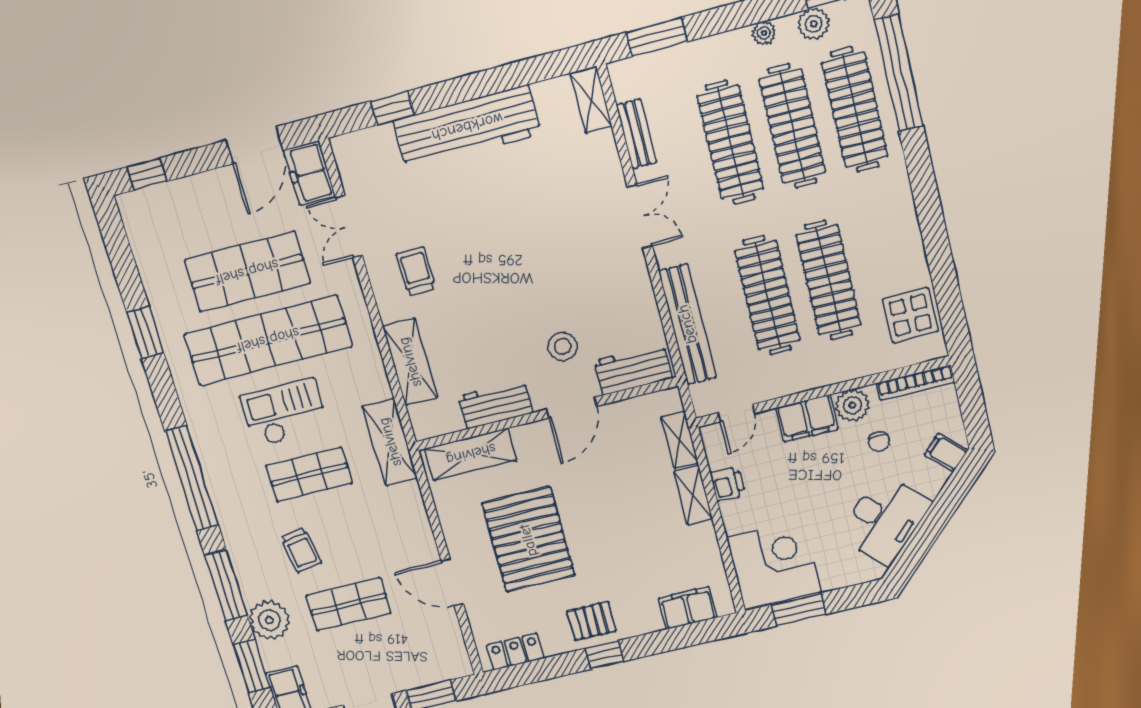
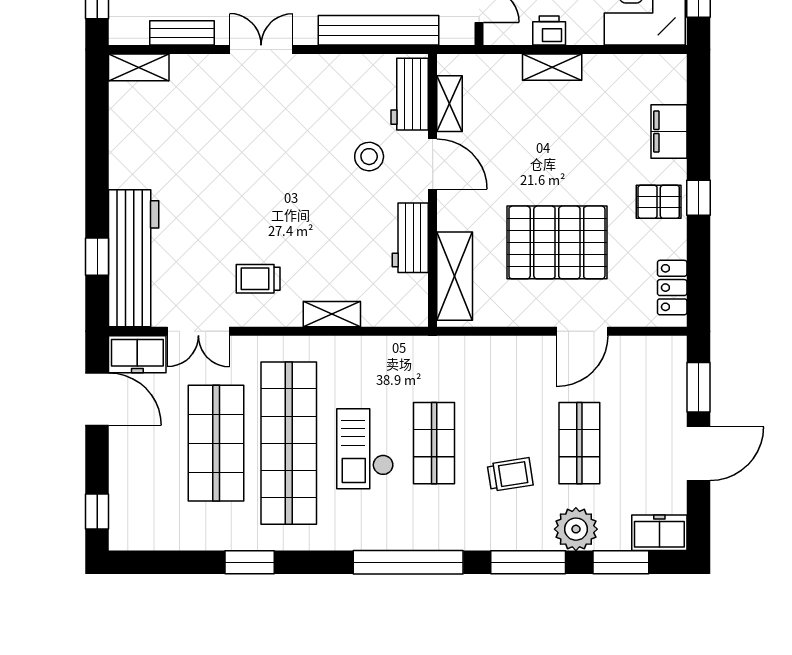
workbench: (467, 127) -> (134, 258), moved
shelving: (410, 362) -> (332, 314), width x0.67, depth x0.75
shelving: (680, 440) -> (450, 104), moved, turned 90
shelving: (390, 442) -> (422, 353), removed
filing cabinet: (688, 608) -> (669, 131), moved
pallet: (592, 621) -> (659, 202), turned 90

